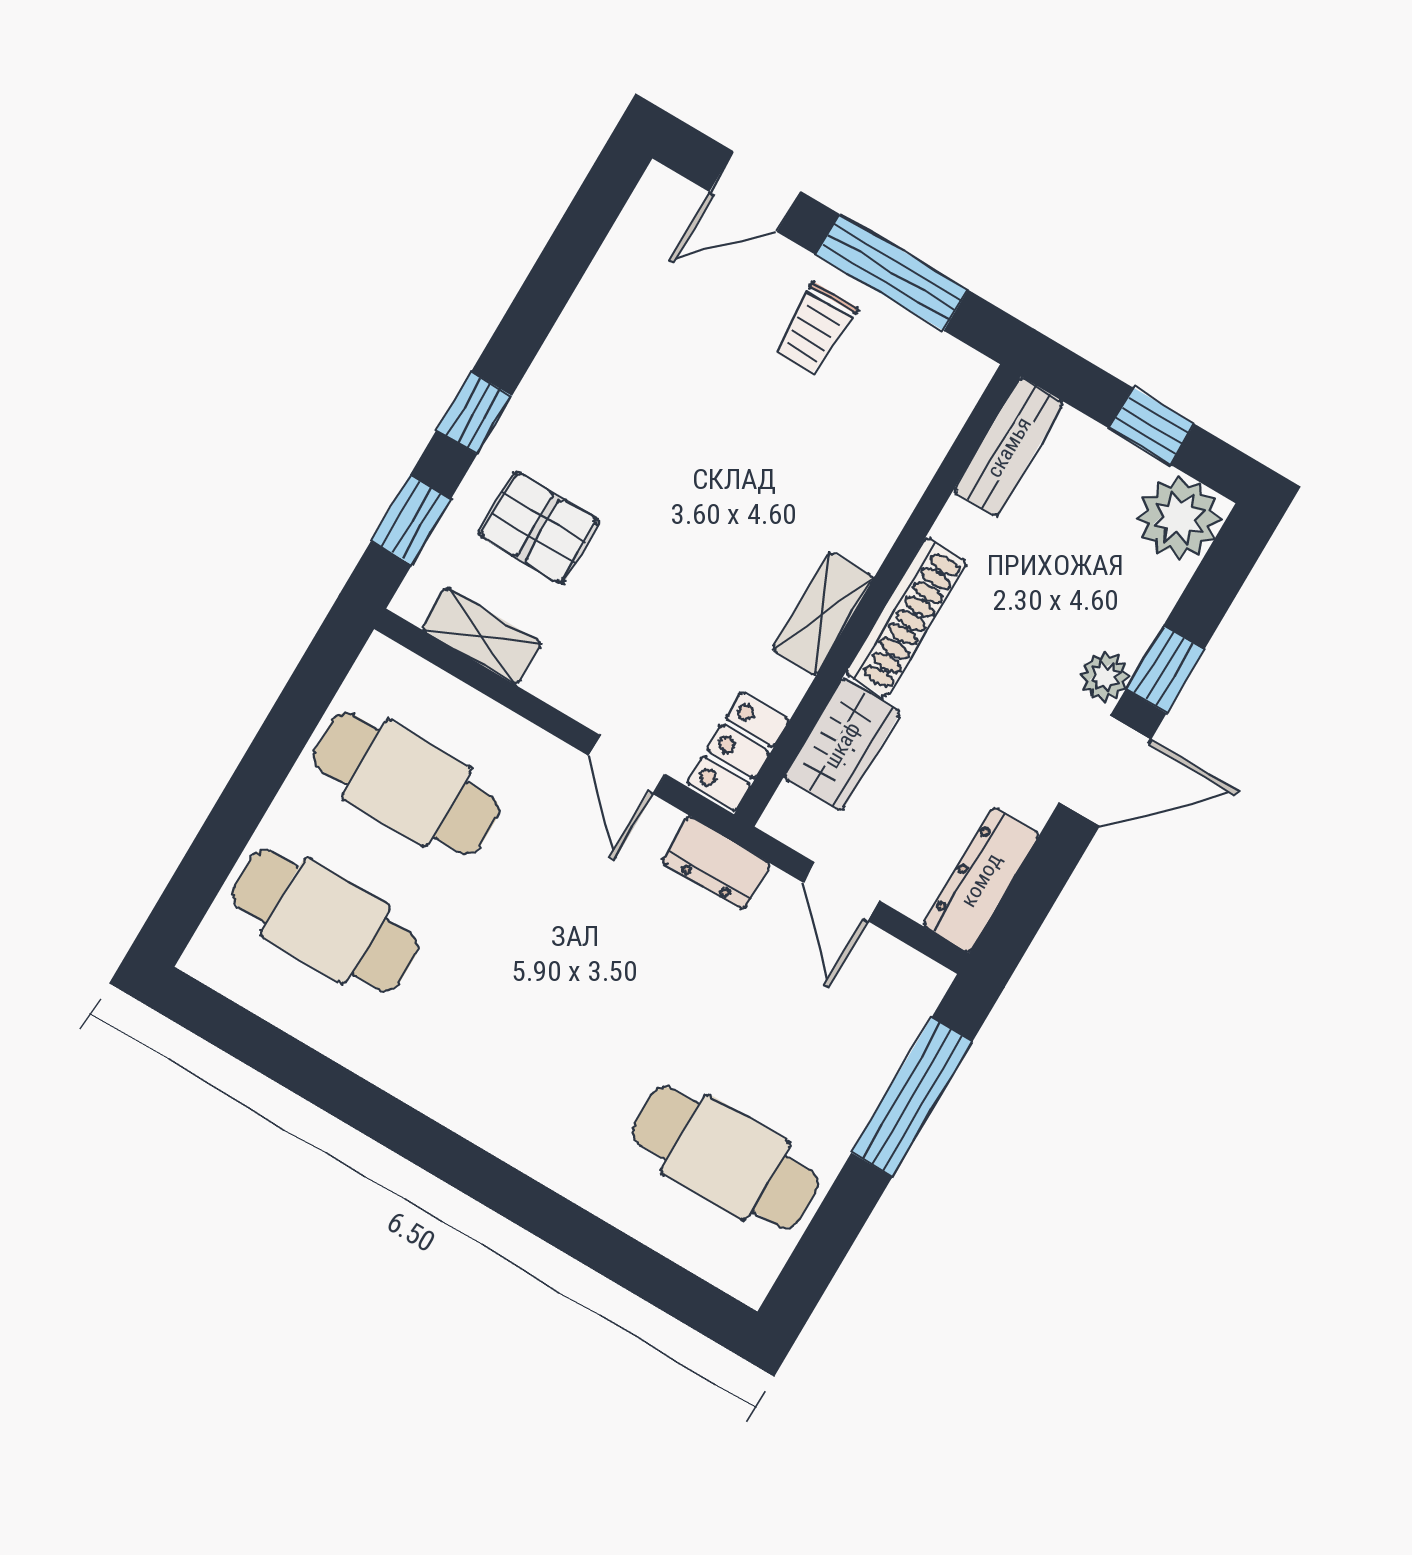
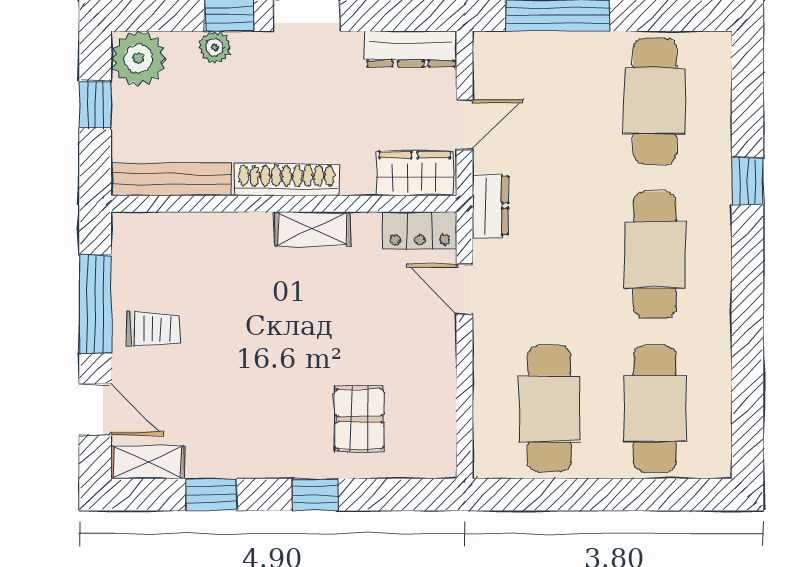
bench: (1009, 447) -> (171, 179), width x1.36
window: (411, 520) -> (211, 495), moved
shelving: (482, 636) -> (148, 462), moved, turned 90
plant: (1105, 676) -> (215, 47), moved
wardrobe: (842, 745) -> (415, 174), moved
door: (627, 765) -> (465, 289), swing flipped
cafe table: (525, 1039) -> (655, 255), added
window: (550, 1216) -> (747, 181), added

